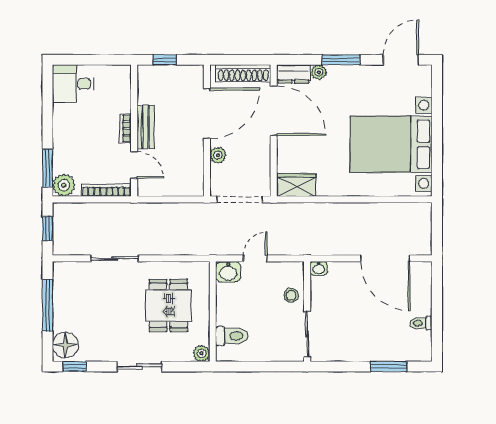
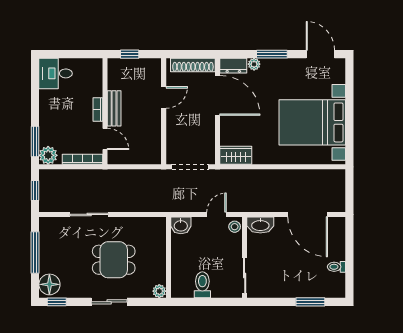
door: (401, 60) -> (320, 54), hinge flipped
door: (207, 113) -> (164, 97), width x0.53
plant: (218, 155) -> (173, 131), removed
door: (255, 258) -> (217, 214), moved
washbasin: (319, 268) -> (260, 225), width x1.91, depth x1.45
stool: (291, 295) -> (235, 227), moved
dining table: (168, 305) -> (114, 260), moved, turned 90
toilet: (232, 336) -> (202, 285), moved, turned -90

